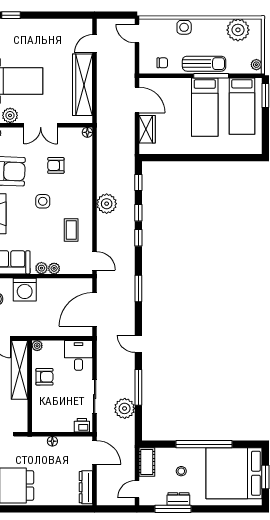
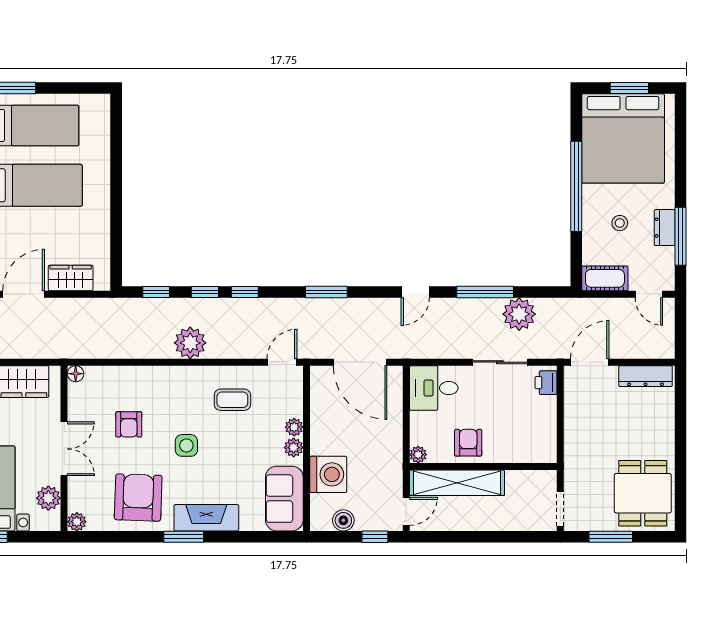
floor lamp: (52, 441) -> (572, 430), removed

